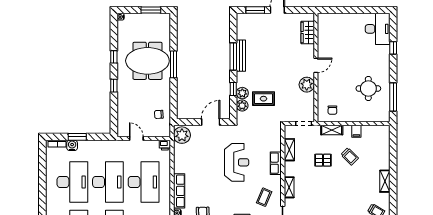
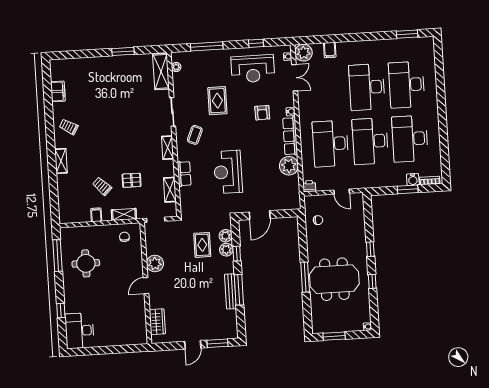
rug: (264, 99) -> (202, 245), turned 90
plant: (182, 135) -> (289, 166), moved

